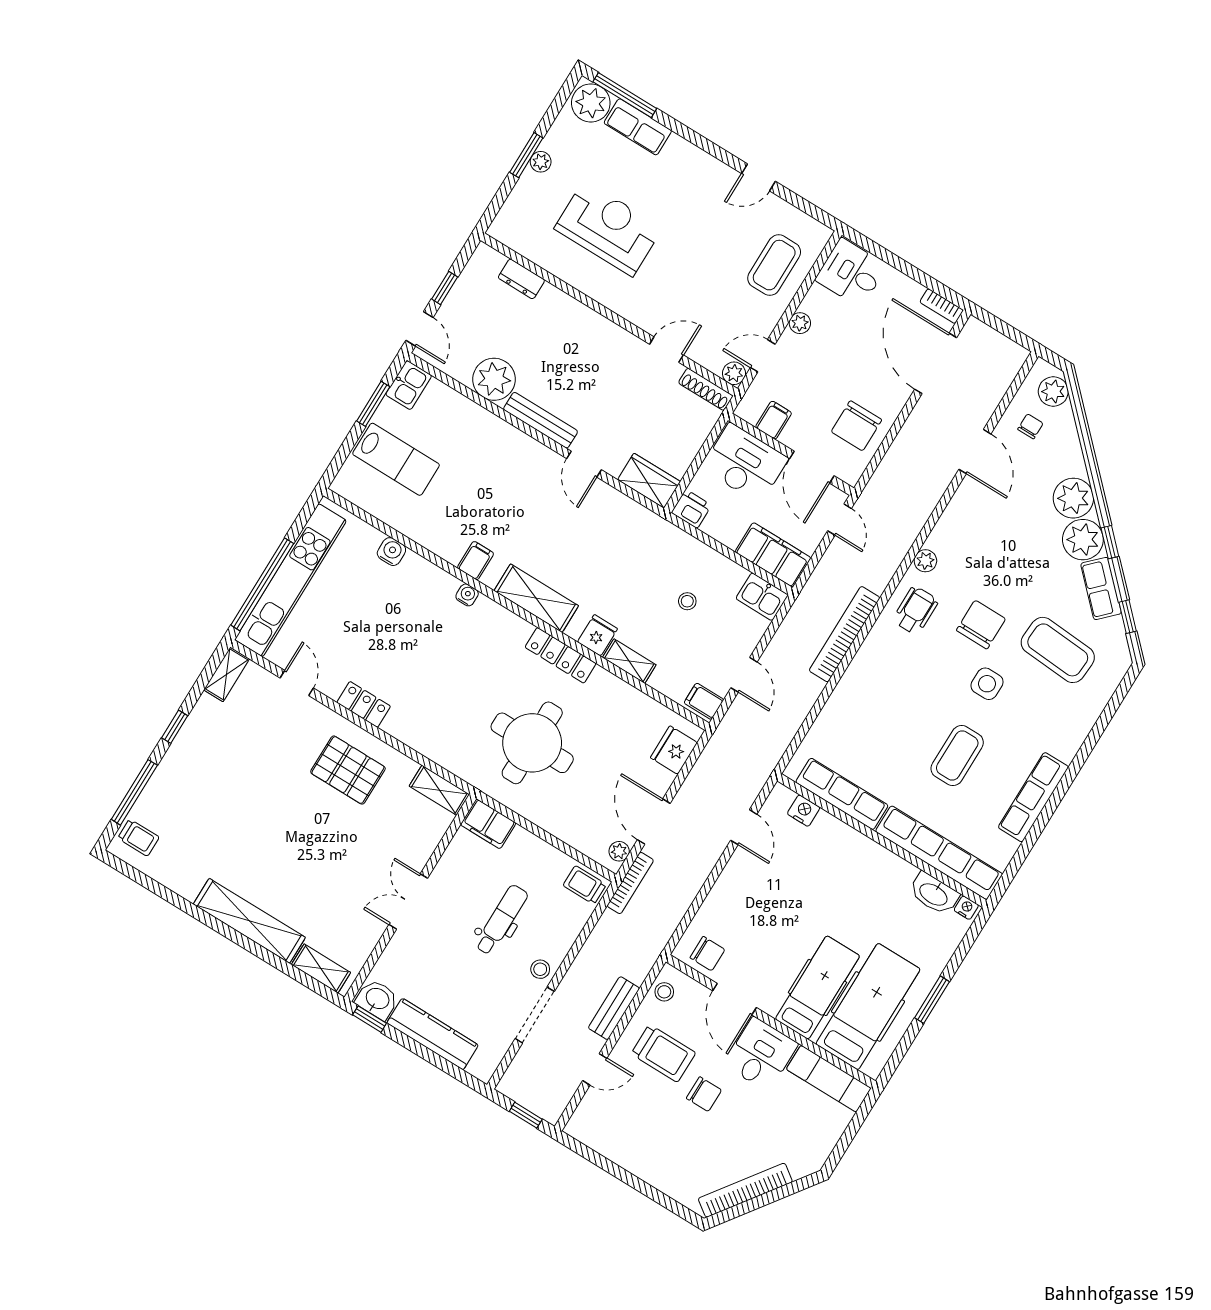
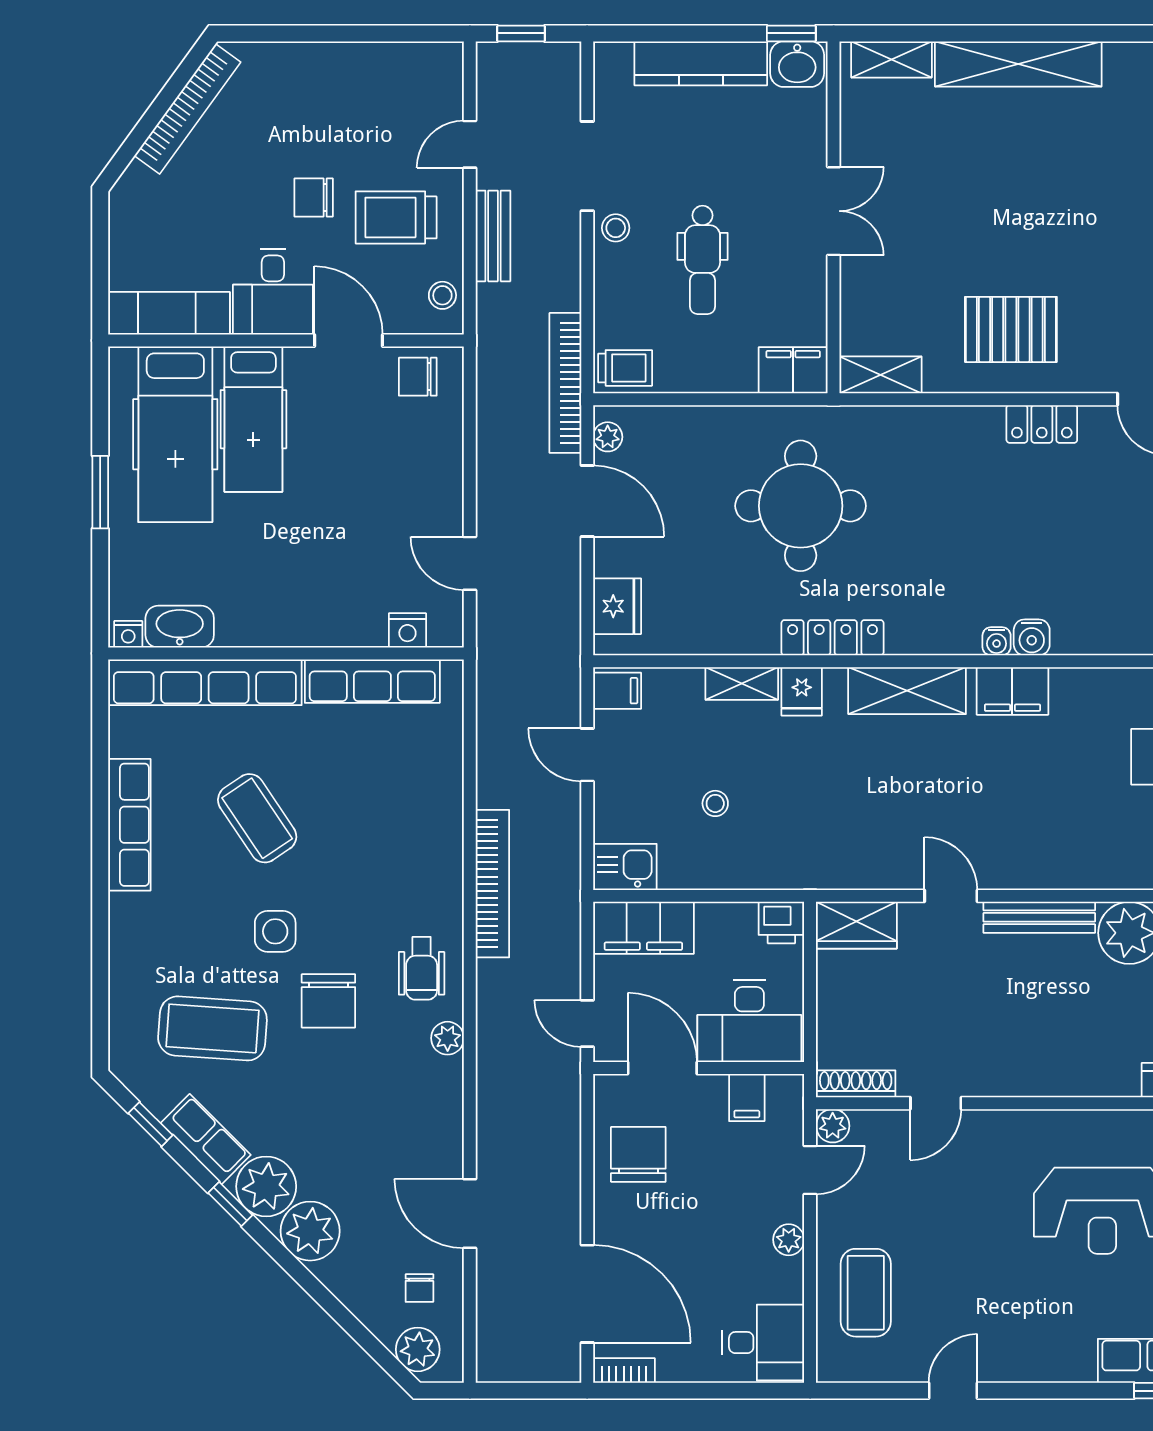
water cooler: (391, 552) -> (1032, 637), moved
filing cabinet: (476, 561) -> (1012, 691), width x2.00
coffee table: (957, 756) -> (257, 818), turned -34
bookcase: (630, 883) -> (565, 383), width x1.48, depth x1.31

